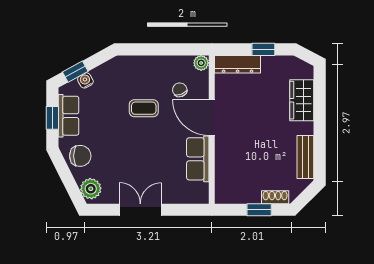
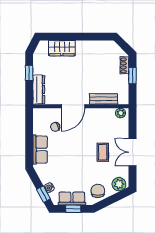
plant: (201, 63) -> (121, 113), moved
coffee table: (144, 108) -> (103, 152), moved
bench: (305, 157) -> (103, 99), moved
row of seats: (198, 159) -> (40, 150), moved, turned -90

